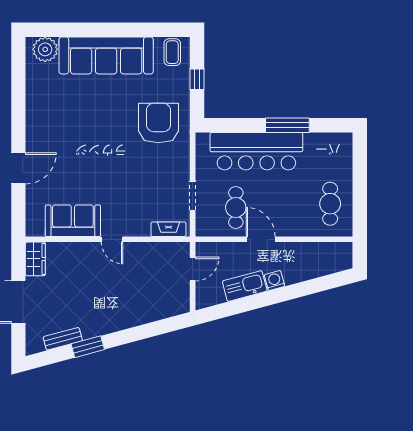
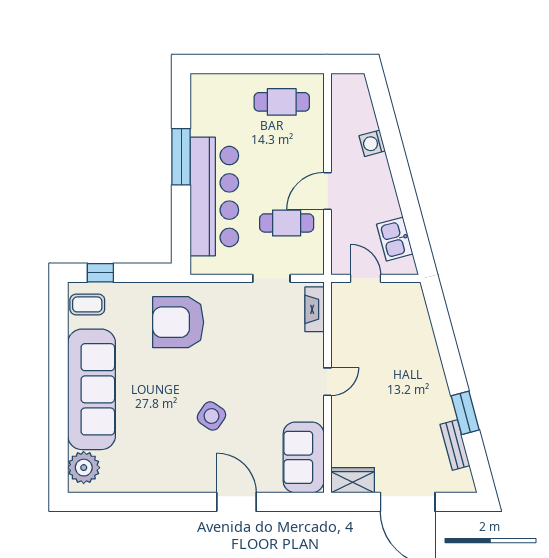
window: (197, 79) -> (100, 273), moved
side table: (85, 149) -> (211, 416), added
sofa: (73, 221) -> (304, 457), moved
washing machine: (275, 280) -> (372, 143), moved
kitchen sink: (245, 286) -> (395, 239), moved, width x0.73

